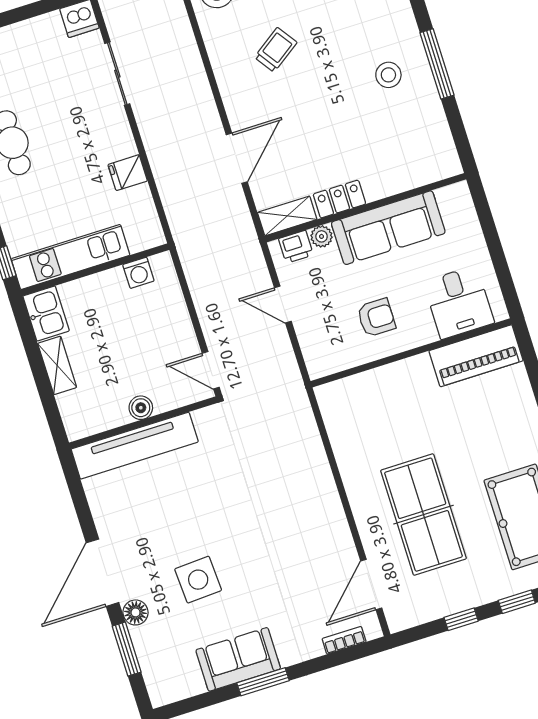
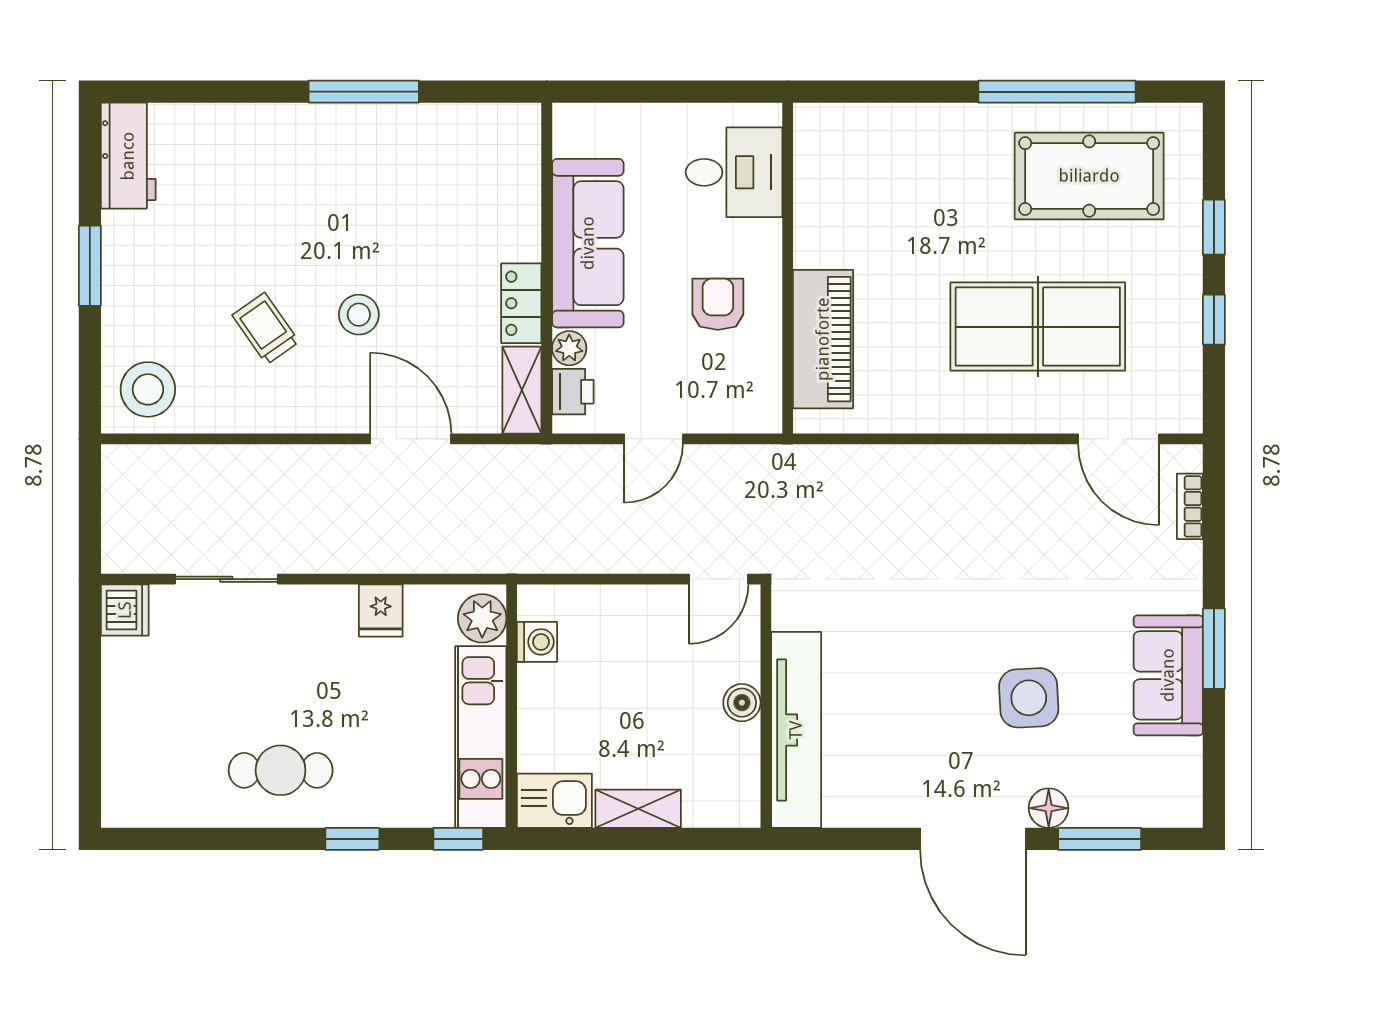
stool: (388, 75) -> (359, 315), moved
plant: (142, 235) -> (482, 618), added
piano: (476, 356) -> (823, 339), moved

